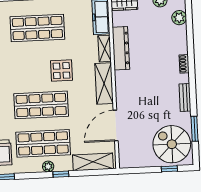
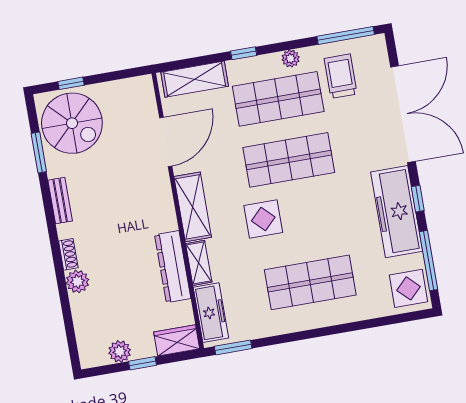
plant: (179, 18) -> (77, 281), moved
plant: (48, 167) -> (291, 58), moved

